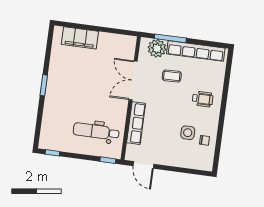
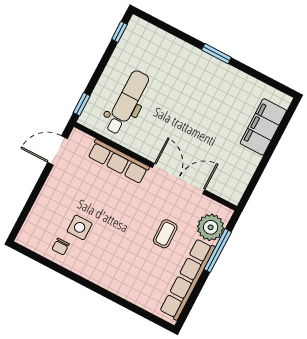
wheelchair: (203, 99) -> (118, 265), removed

